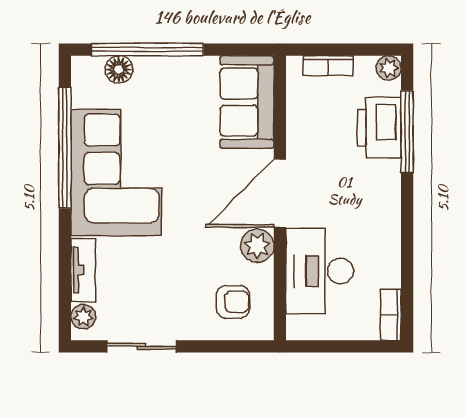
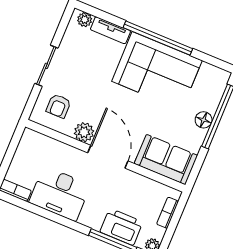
floor lamp: (119, 69) -> (204, 120), moved
window: (65, 148) -> (158, 38), moved
desk: (320, 271) -> (60, 194), moved, turned 180
sliding door: (141, 346) -> (46, 66), moved

